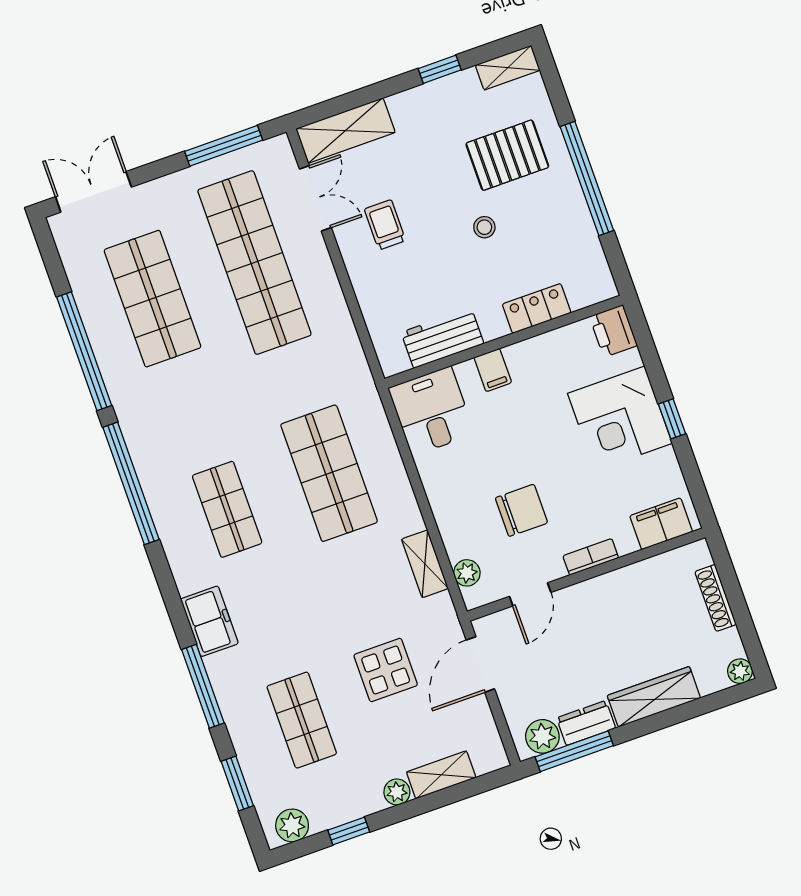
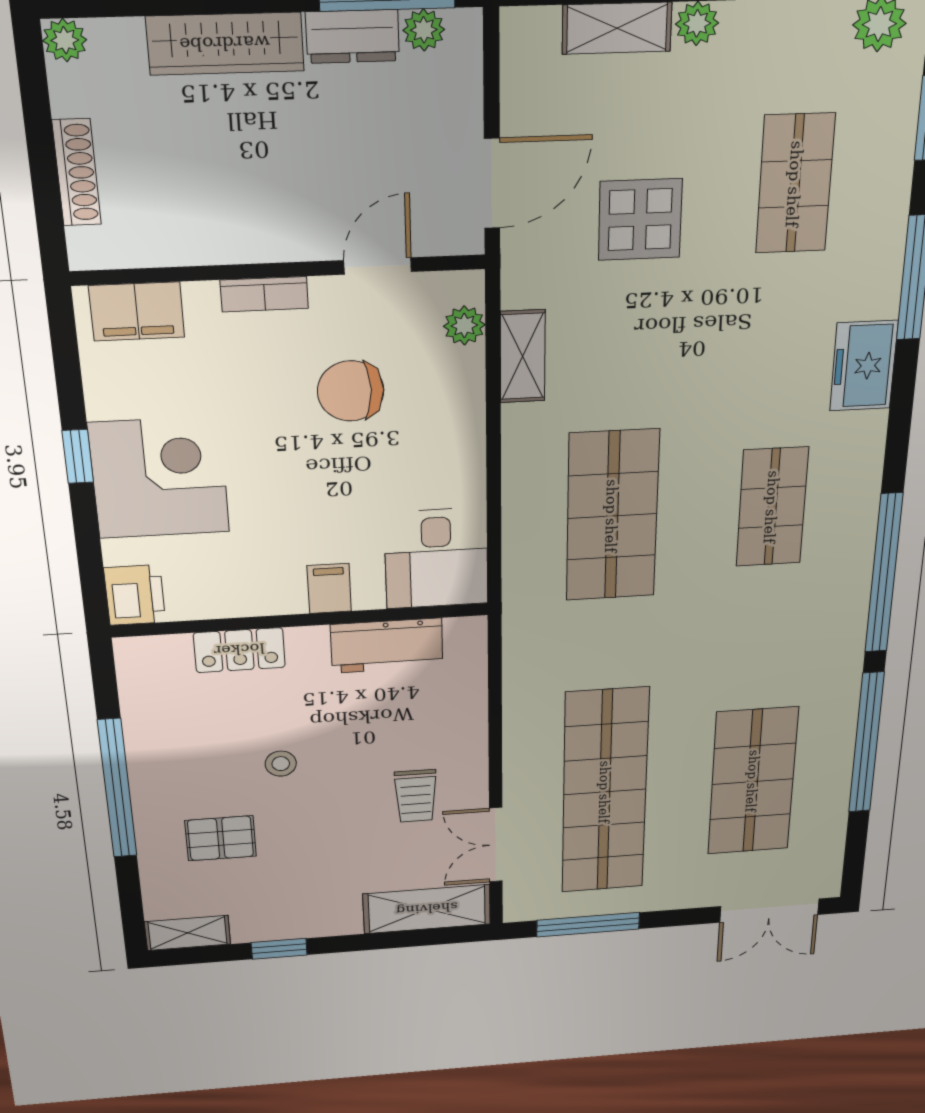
pallet: (507, 155) -> (221, 838), width x0.67, depth x0.71
plant: (542, 736) -> (424, 30), width x0.73, depth x0.73

